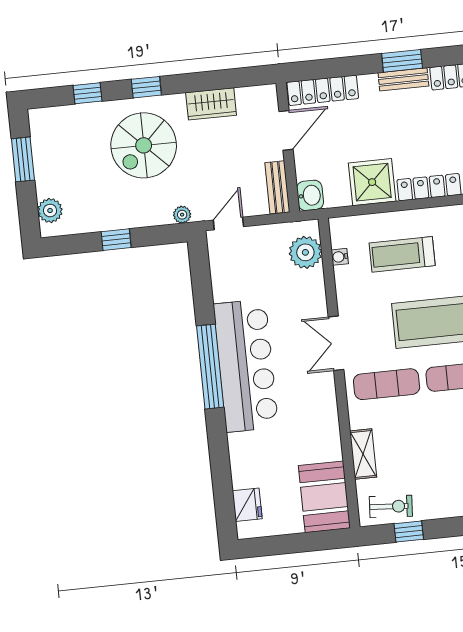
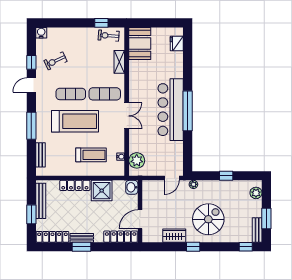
window: (146, 87) -> (193, 247), moved
window: (87, 93) -> (246, 247), moved
bench: (277, 187) -> (257, 230), moved

